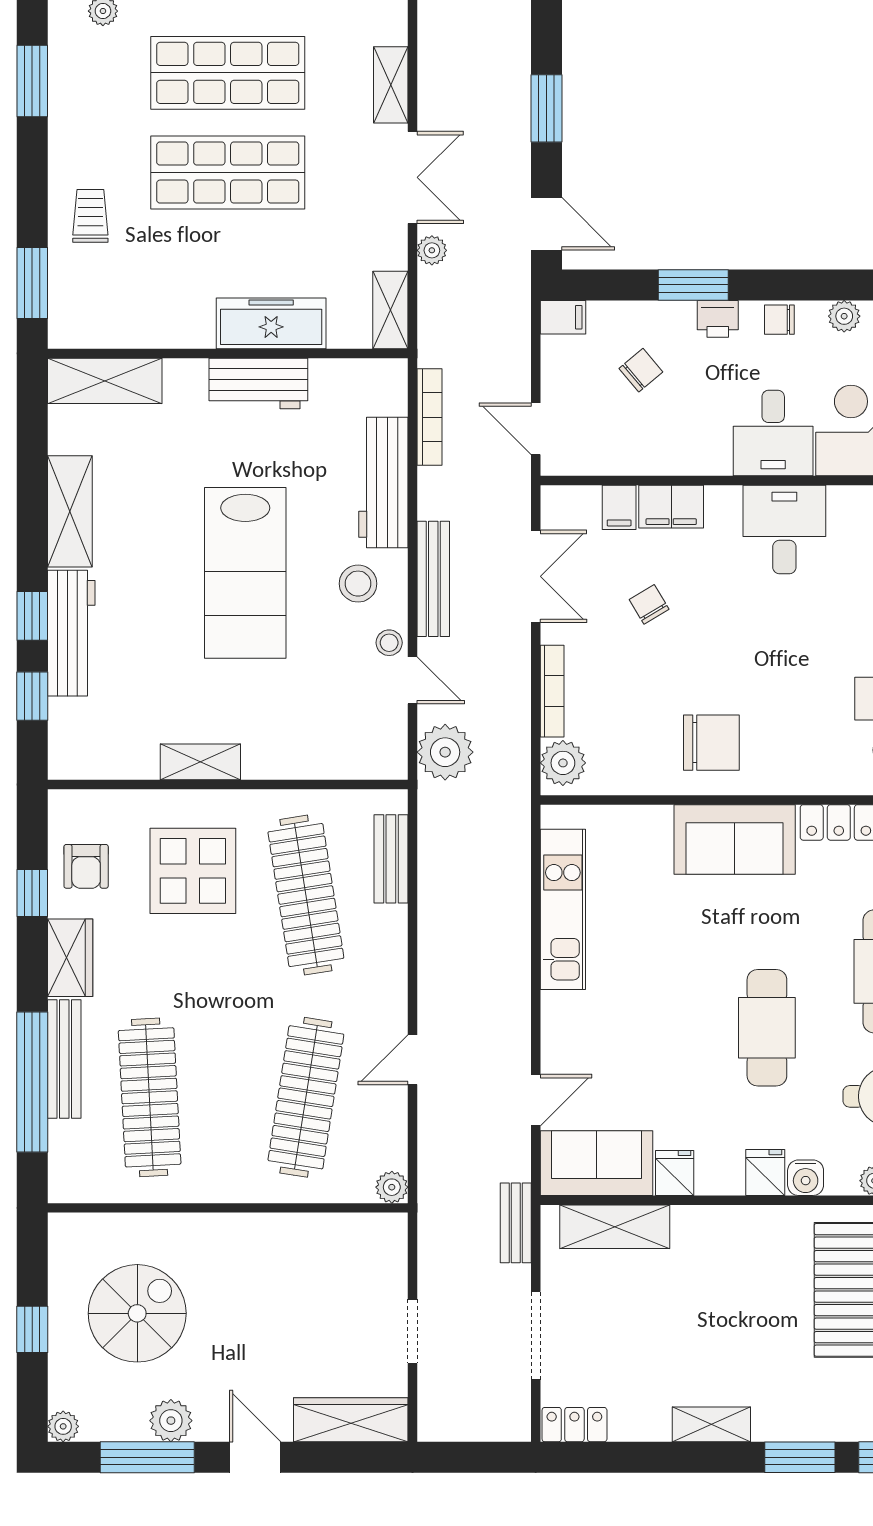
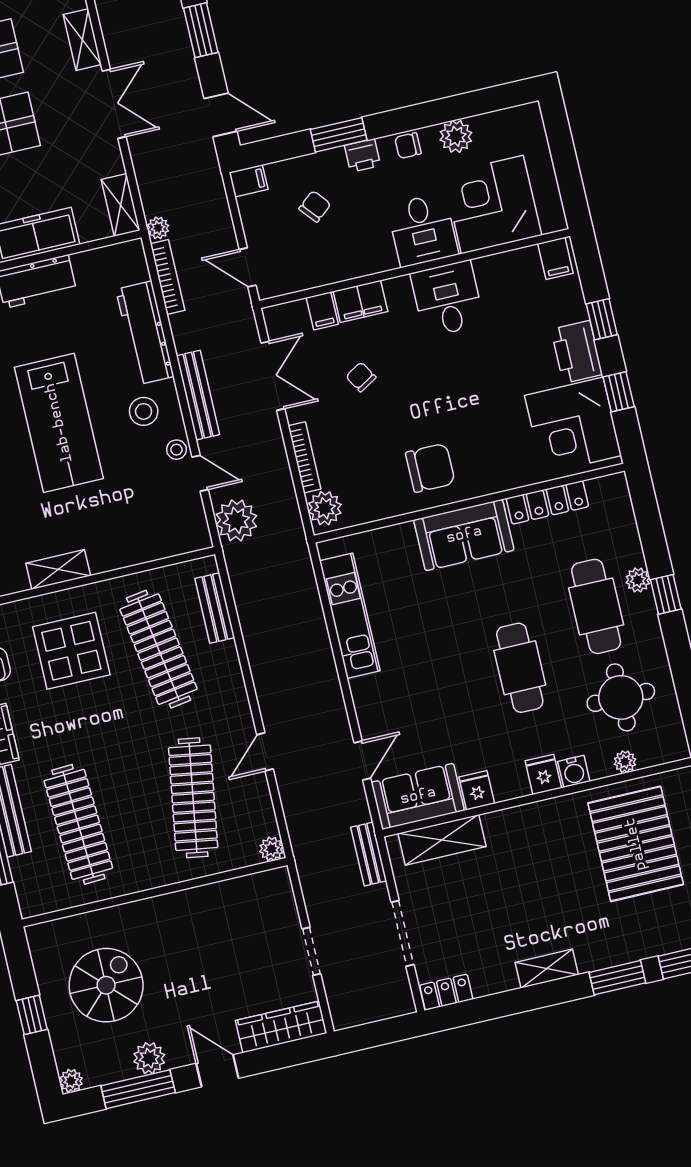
plant: (432, 250) -> (158, 228), moved
plant: (844, 316) -> (456, 136), width x1.38, depth x1.38

